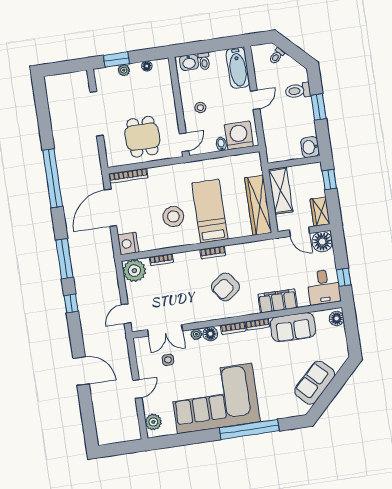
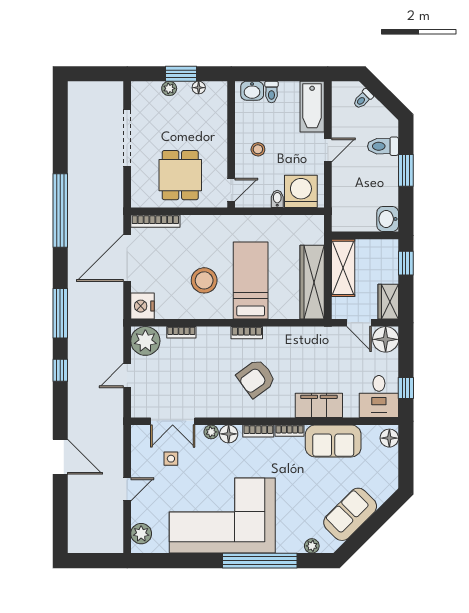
window: (116, 59) -> (181, 74), moved
door: (126, 314) -> (127, 375), moved
plant: (288, 412) -> (312, 546), added

